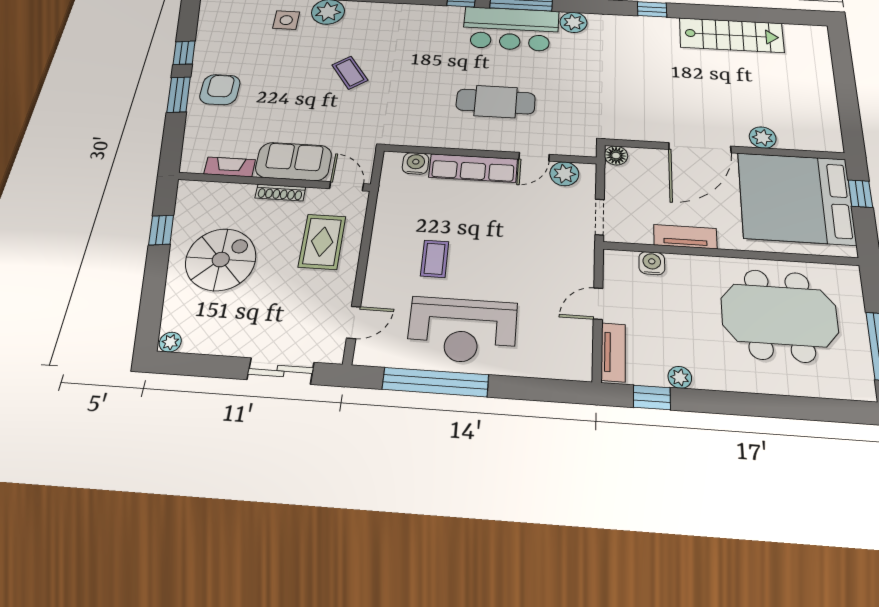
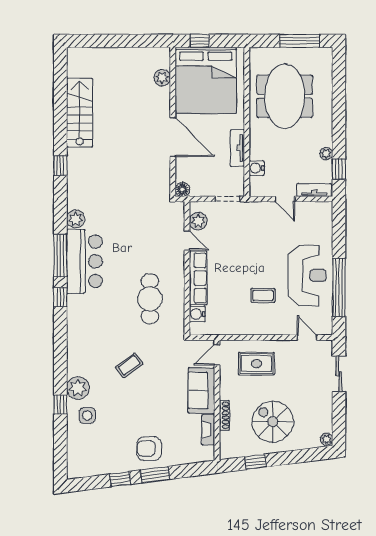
cafe table: (496, 102) -> (150, 299), moved
plant: (763, 138) -> (162, 78), moved
shoe rack: (280, 192) -> (224, 415), moved

